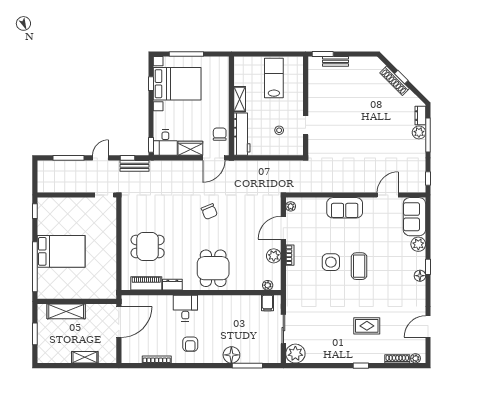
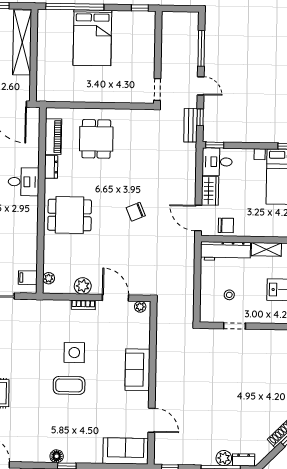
plant: (418, 244) -> (93, 455), removed
shelving: (66, 311) -> (22, 42), width x1.47

